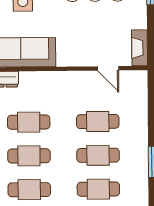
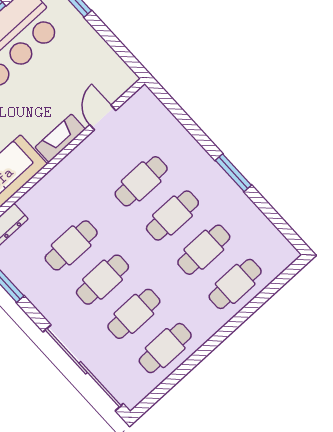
fireplace: (140, 48) -> (60, 138), moved, turned 90
door: (108, 68) -> (103, 118), swing flipped

